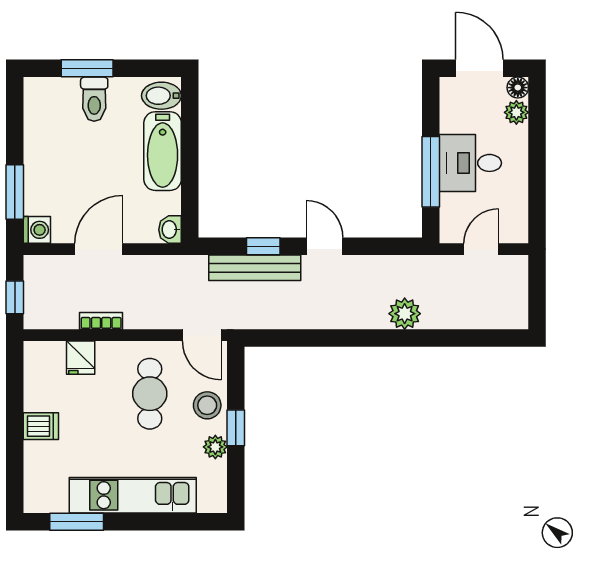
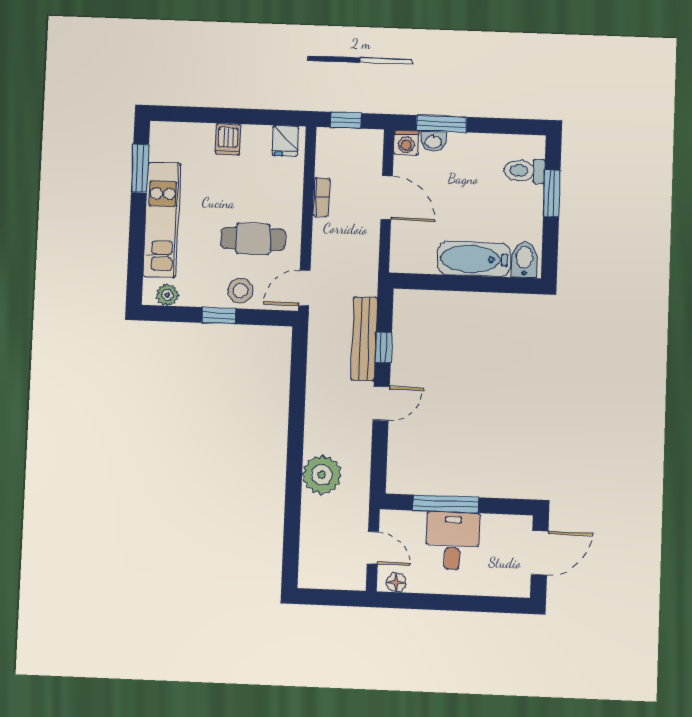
floor lamp: (518, 88) -> (396, 582), moved
toilet: (94, 99) -> (524, 171), moved
plant: (516, 112) -> (498, 585), removed
washbasin: (170, 230) -> (433, 141), moved, turned 180
plant: (405, 314) -> (322, 475), width x1.36, depth x1.36
fridge: (81, 358) -> (286, 141), moved, turned -90
plant: (215, 447) -> (167, 295), moved

